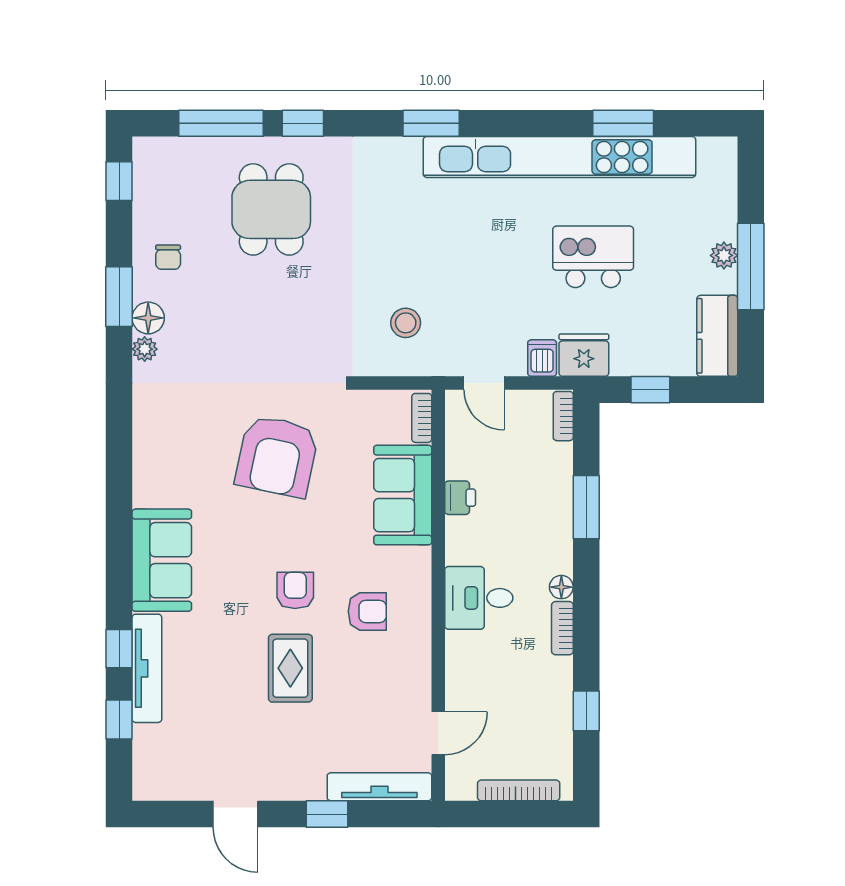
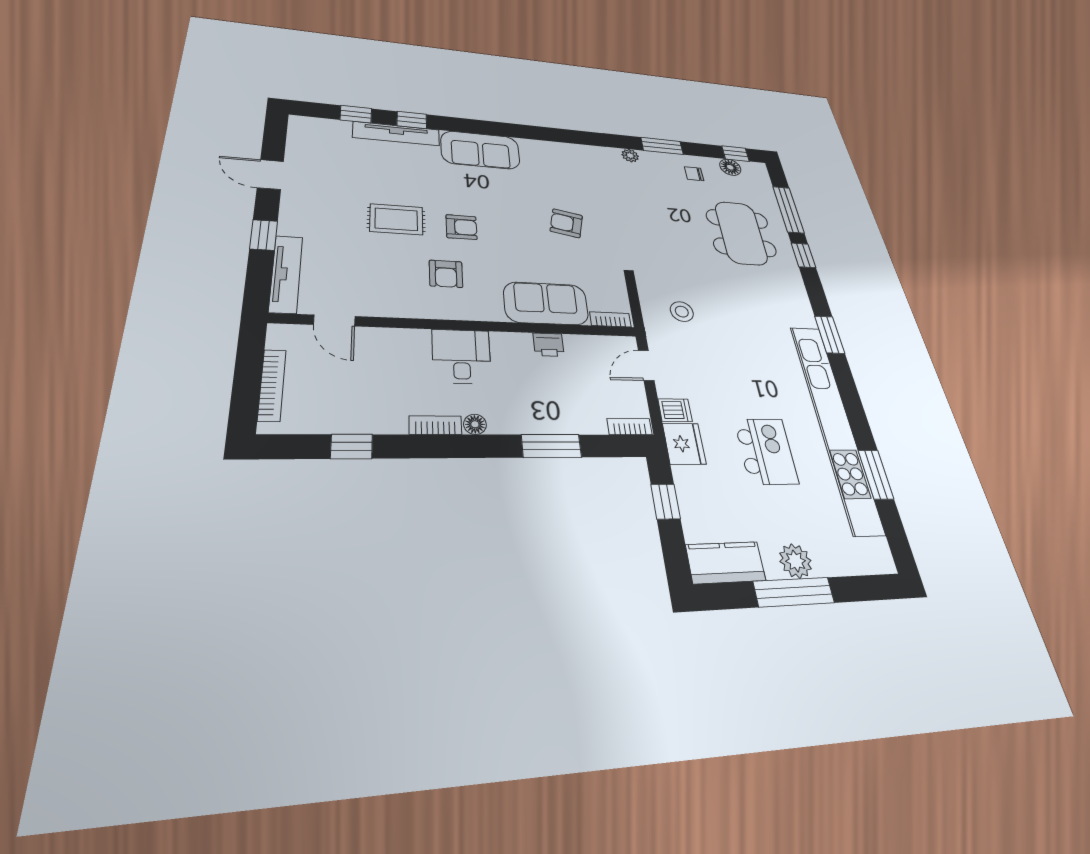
dining table: (271, 209) -> (741, 233), width x1.38
plant: (724, 255) -> (796, 561), width x1.38, depth x1.38
floor lamp: (148, 318) -> (730, 167), moved
armchair: (277, 456) -> (566, 223), width x0.53, depth x0.53
door: (235, 814) -> (270, 175), hinge flipped

